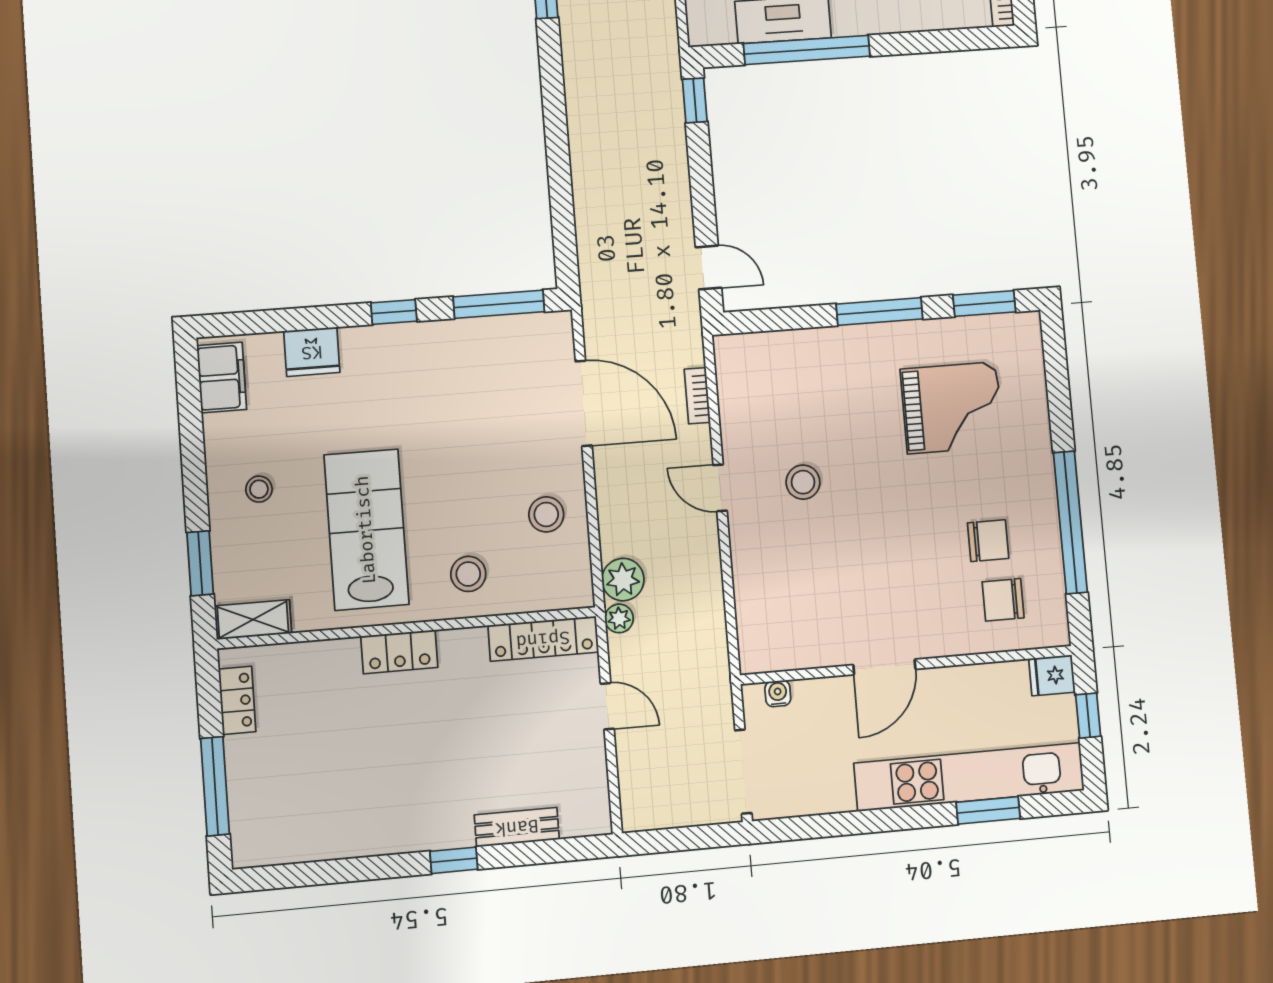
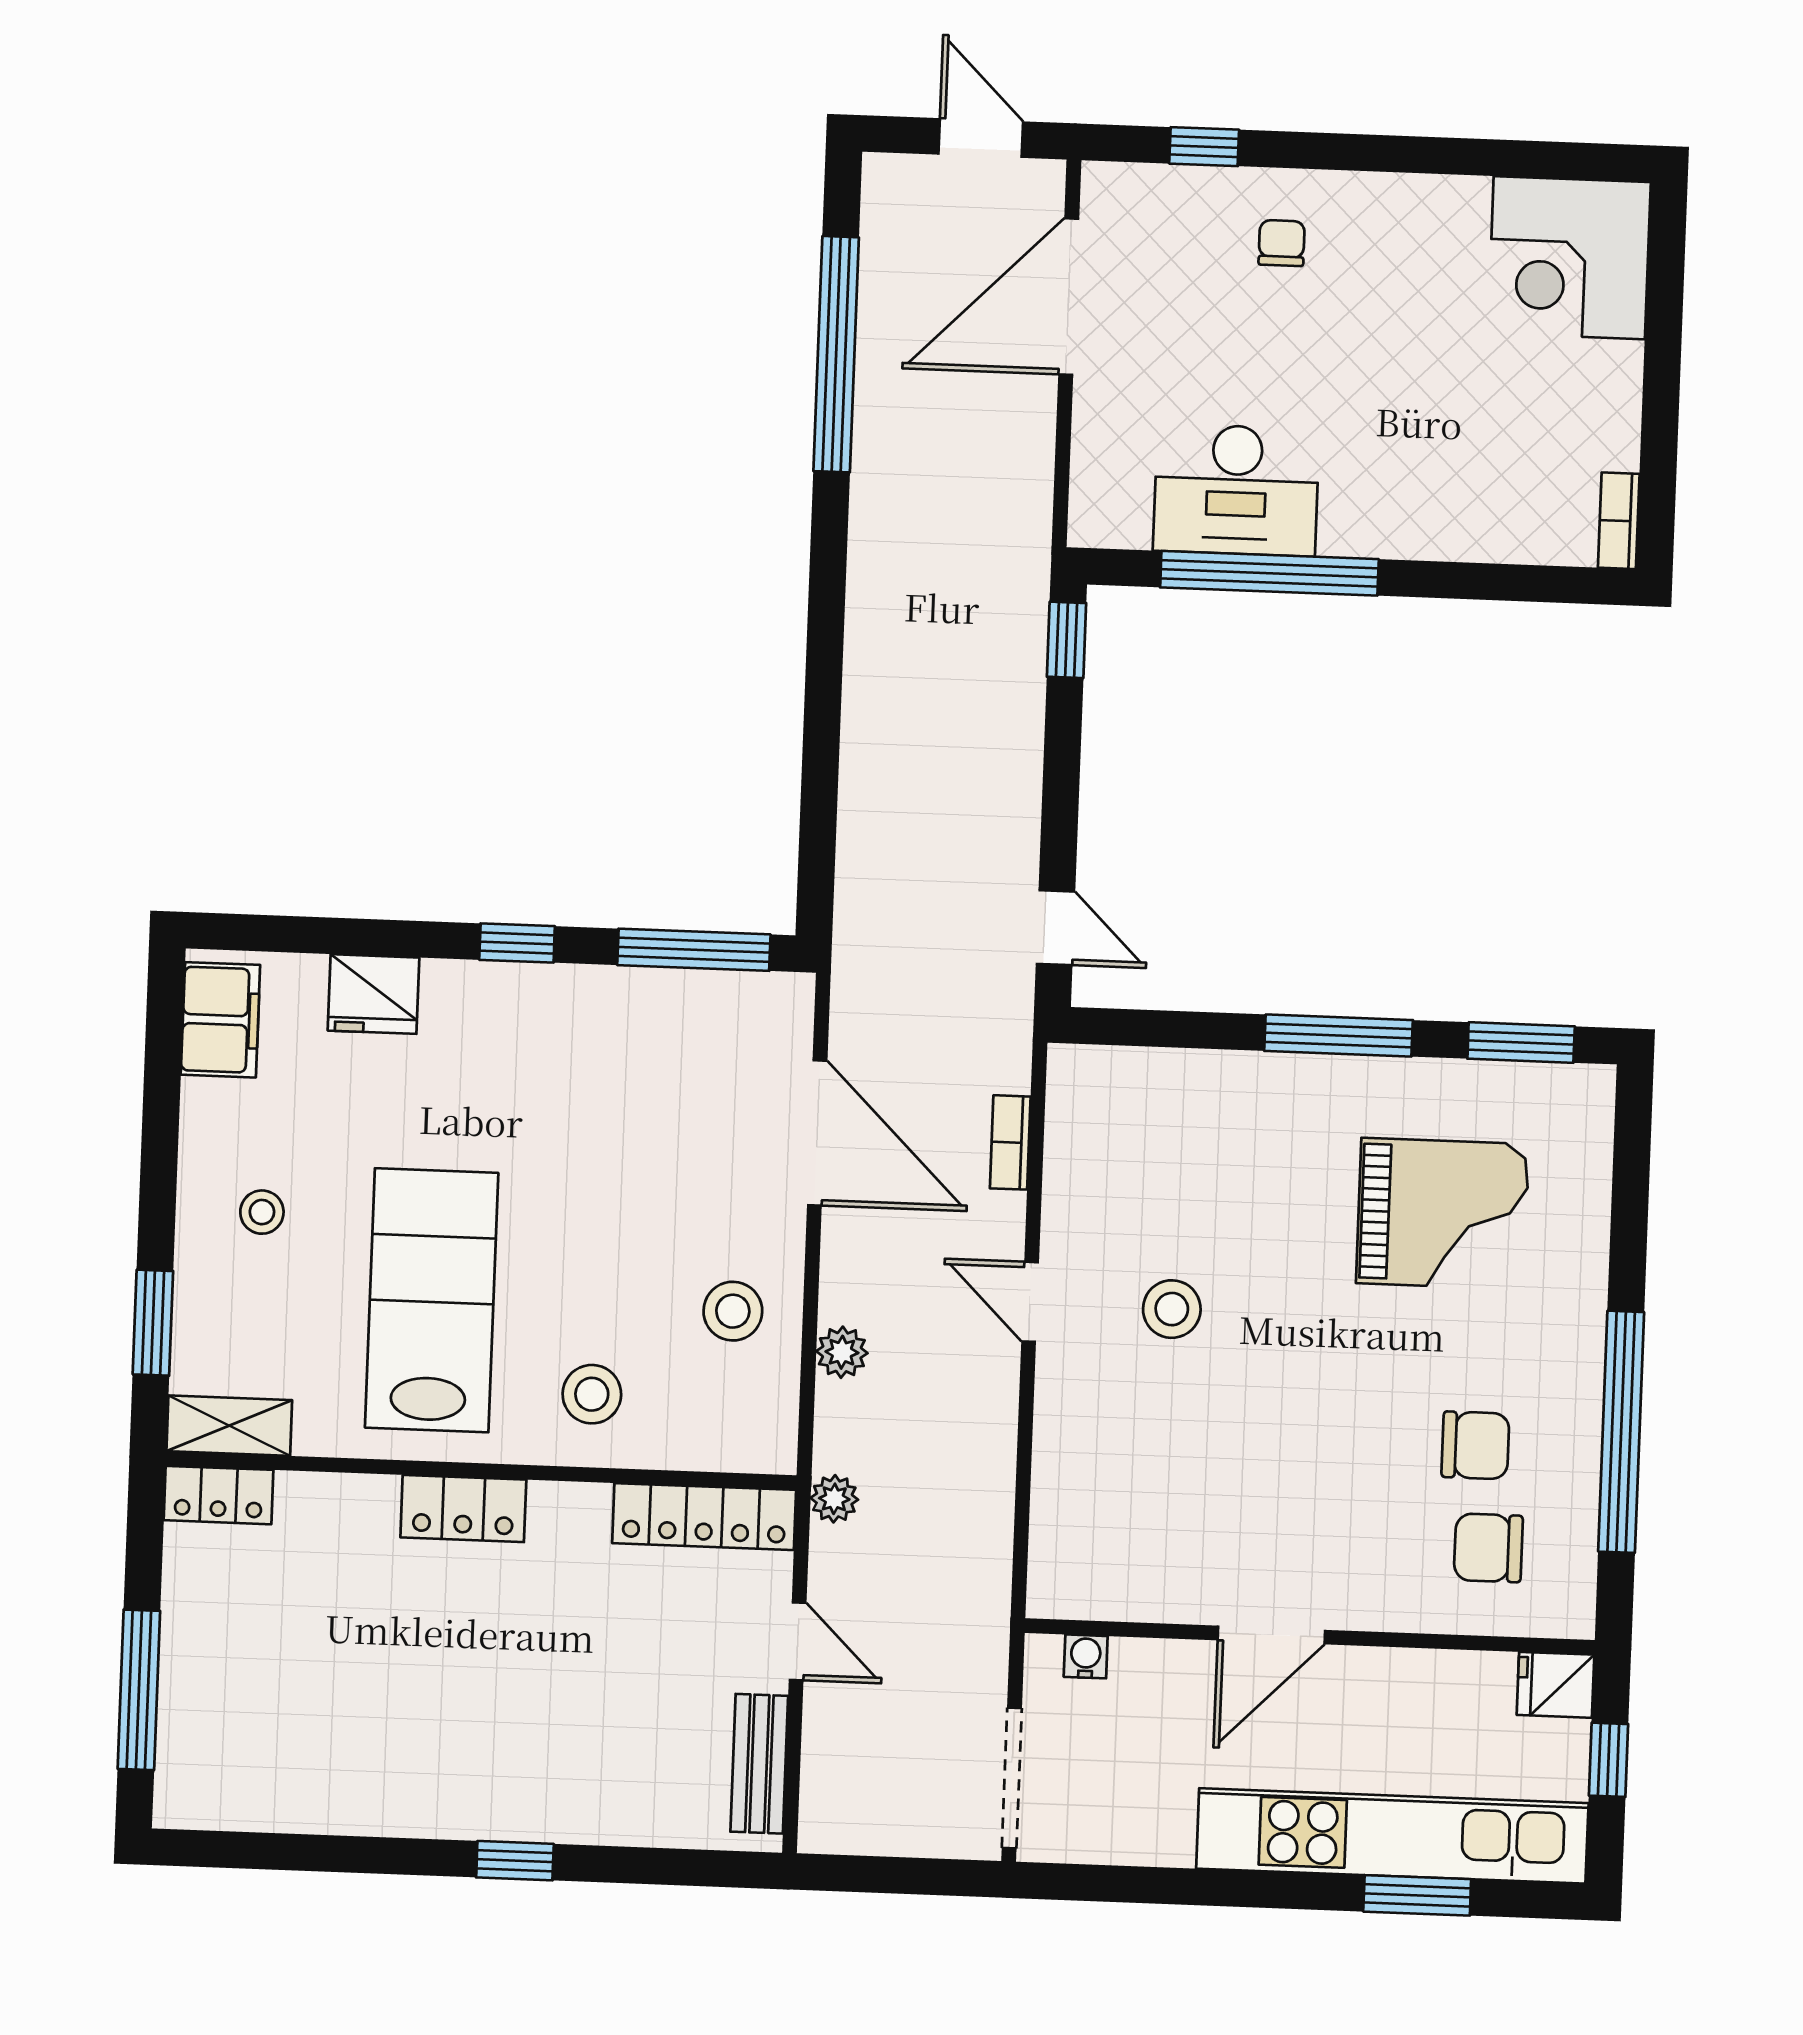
plant: (623, 580) -> (842, 1352), moved, width x0.73, depth x0.73
locker: (237, 700) -> (219, 1495), moved, turned 90
bench: (517, 827) -> (759, 1764), moved, turned 90

